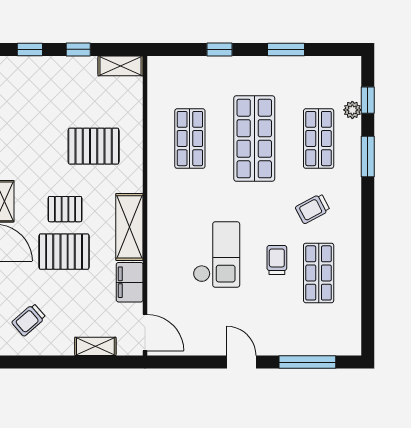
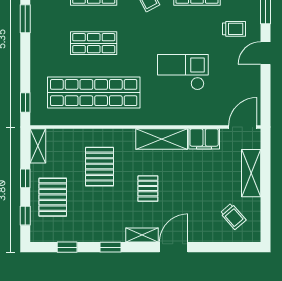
window: (220, 49) -> (25, 102), moved
shop shelf: (190, 139) -> (94, 93), width x2.00, depth x1.36
shop shelf: (254, 139) -> (94, 43), width x0.70, depth x0.74
pallet: (64, 252) -> (53, 197), moved
trolley: (277, 260) -> (234, 29), moved, turned 180
shelving: (95, 346) -> (251, 173), width x1.50, depth x1.33

